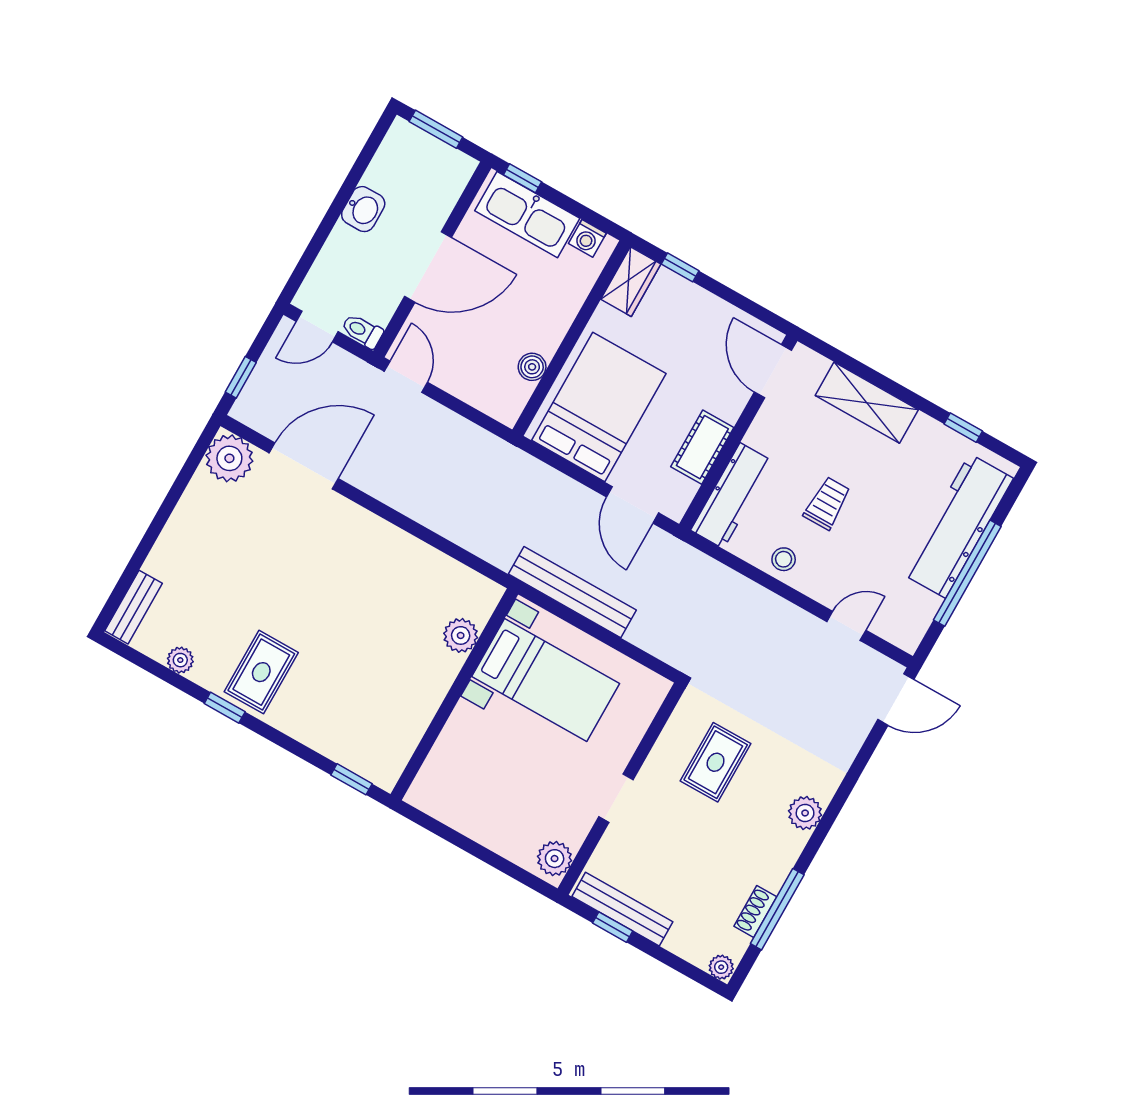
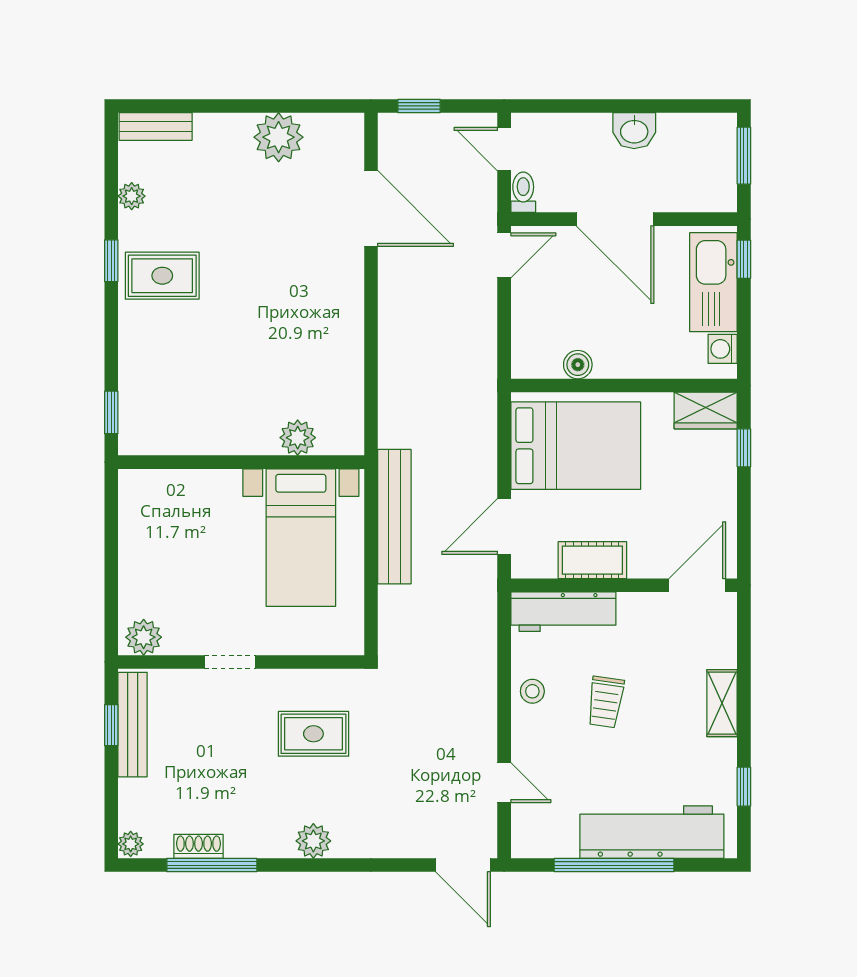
shelving: (867, 403) -> (722, 703), width x0.67, depth x0.75
plant: (229, 458) -> (279, 137), moved
trolley: (827, 503) -> (606, 702), turned 98

